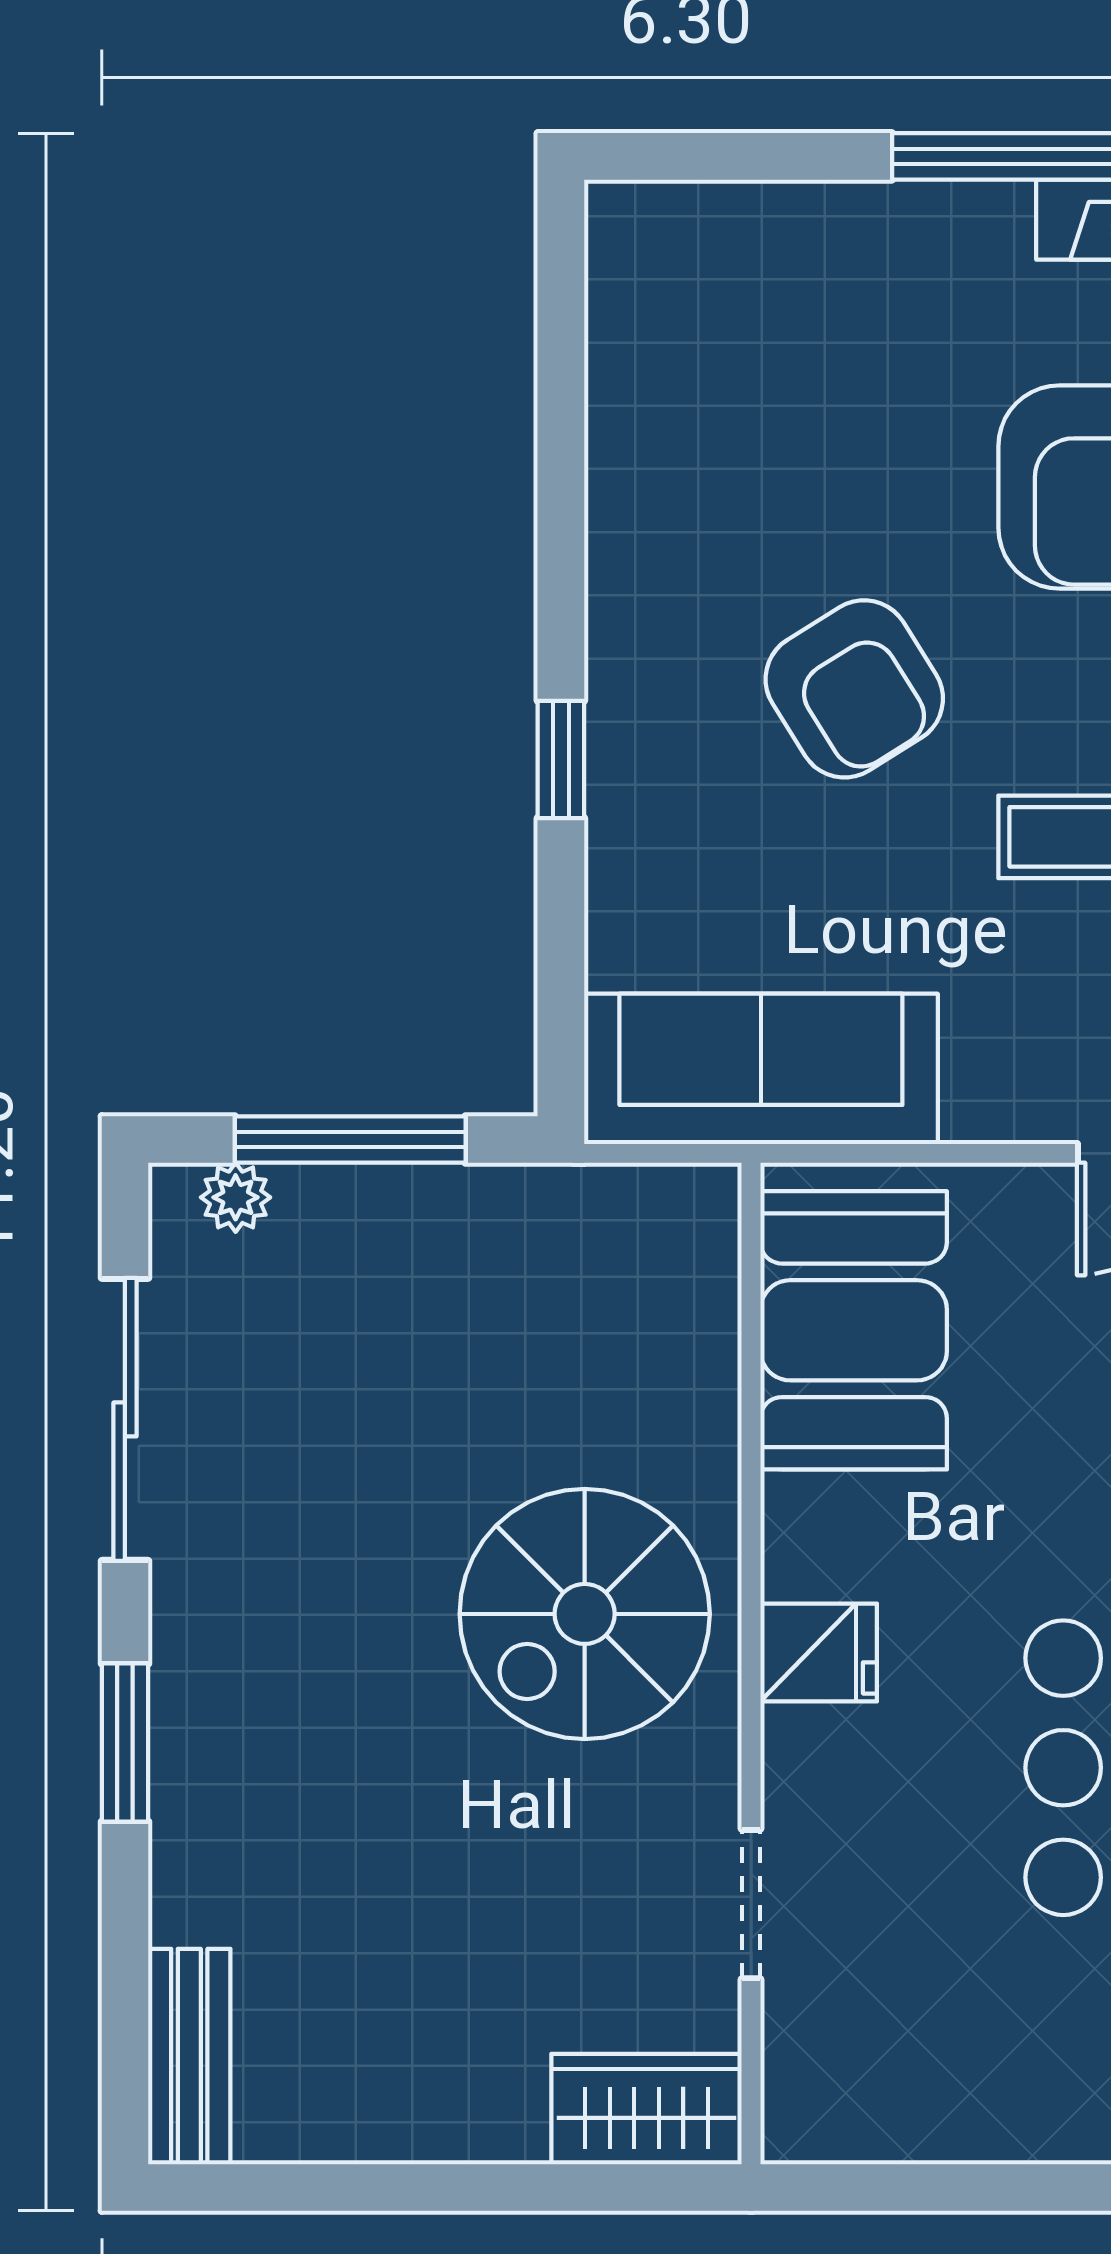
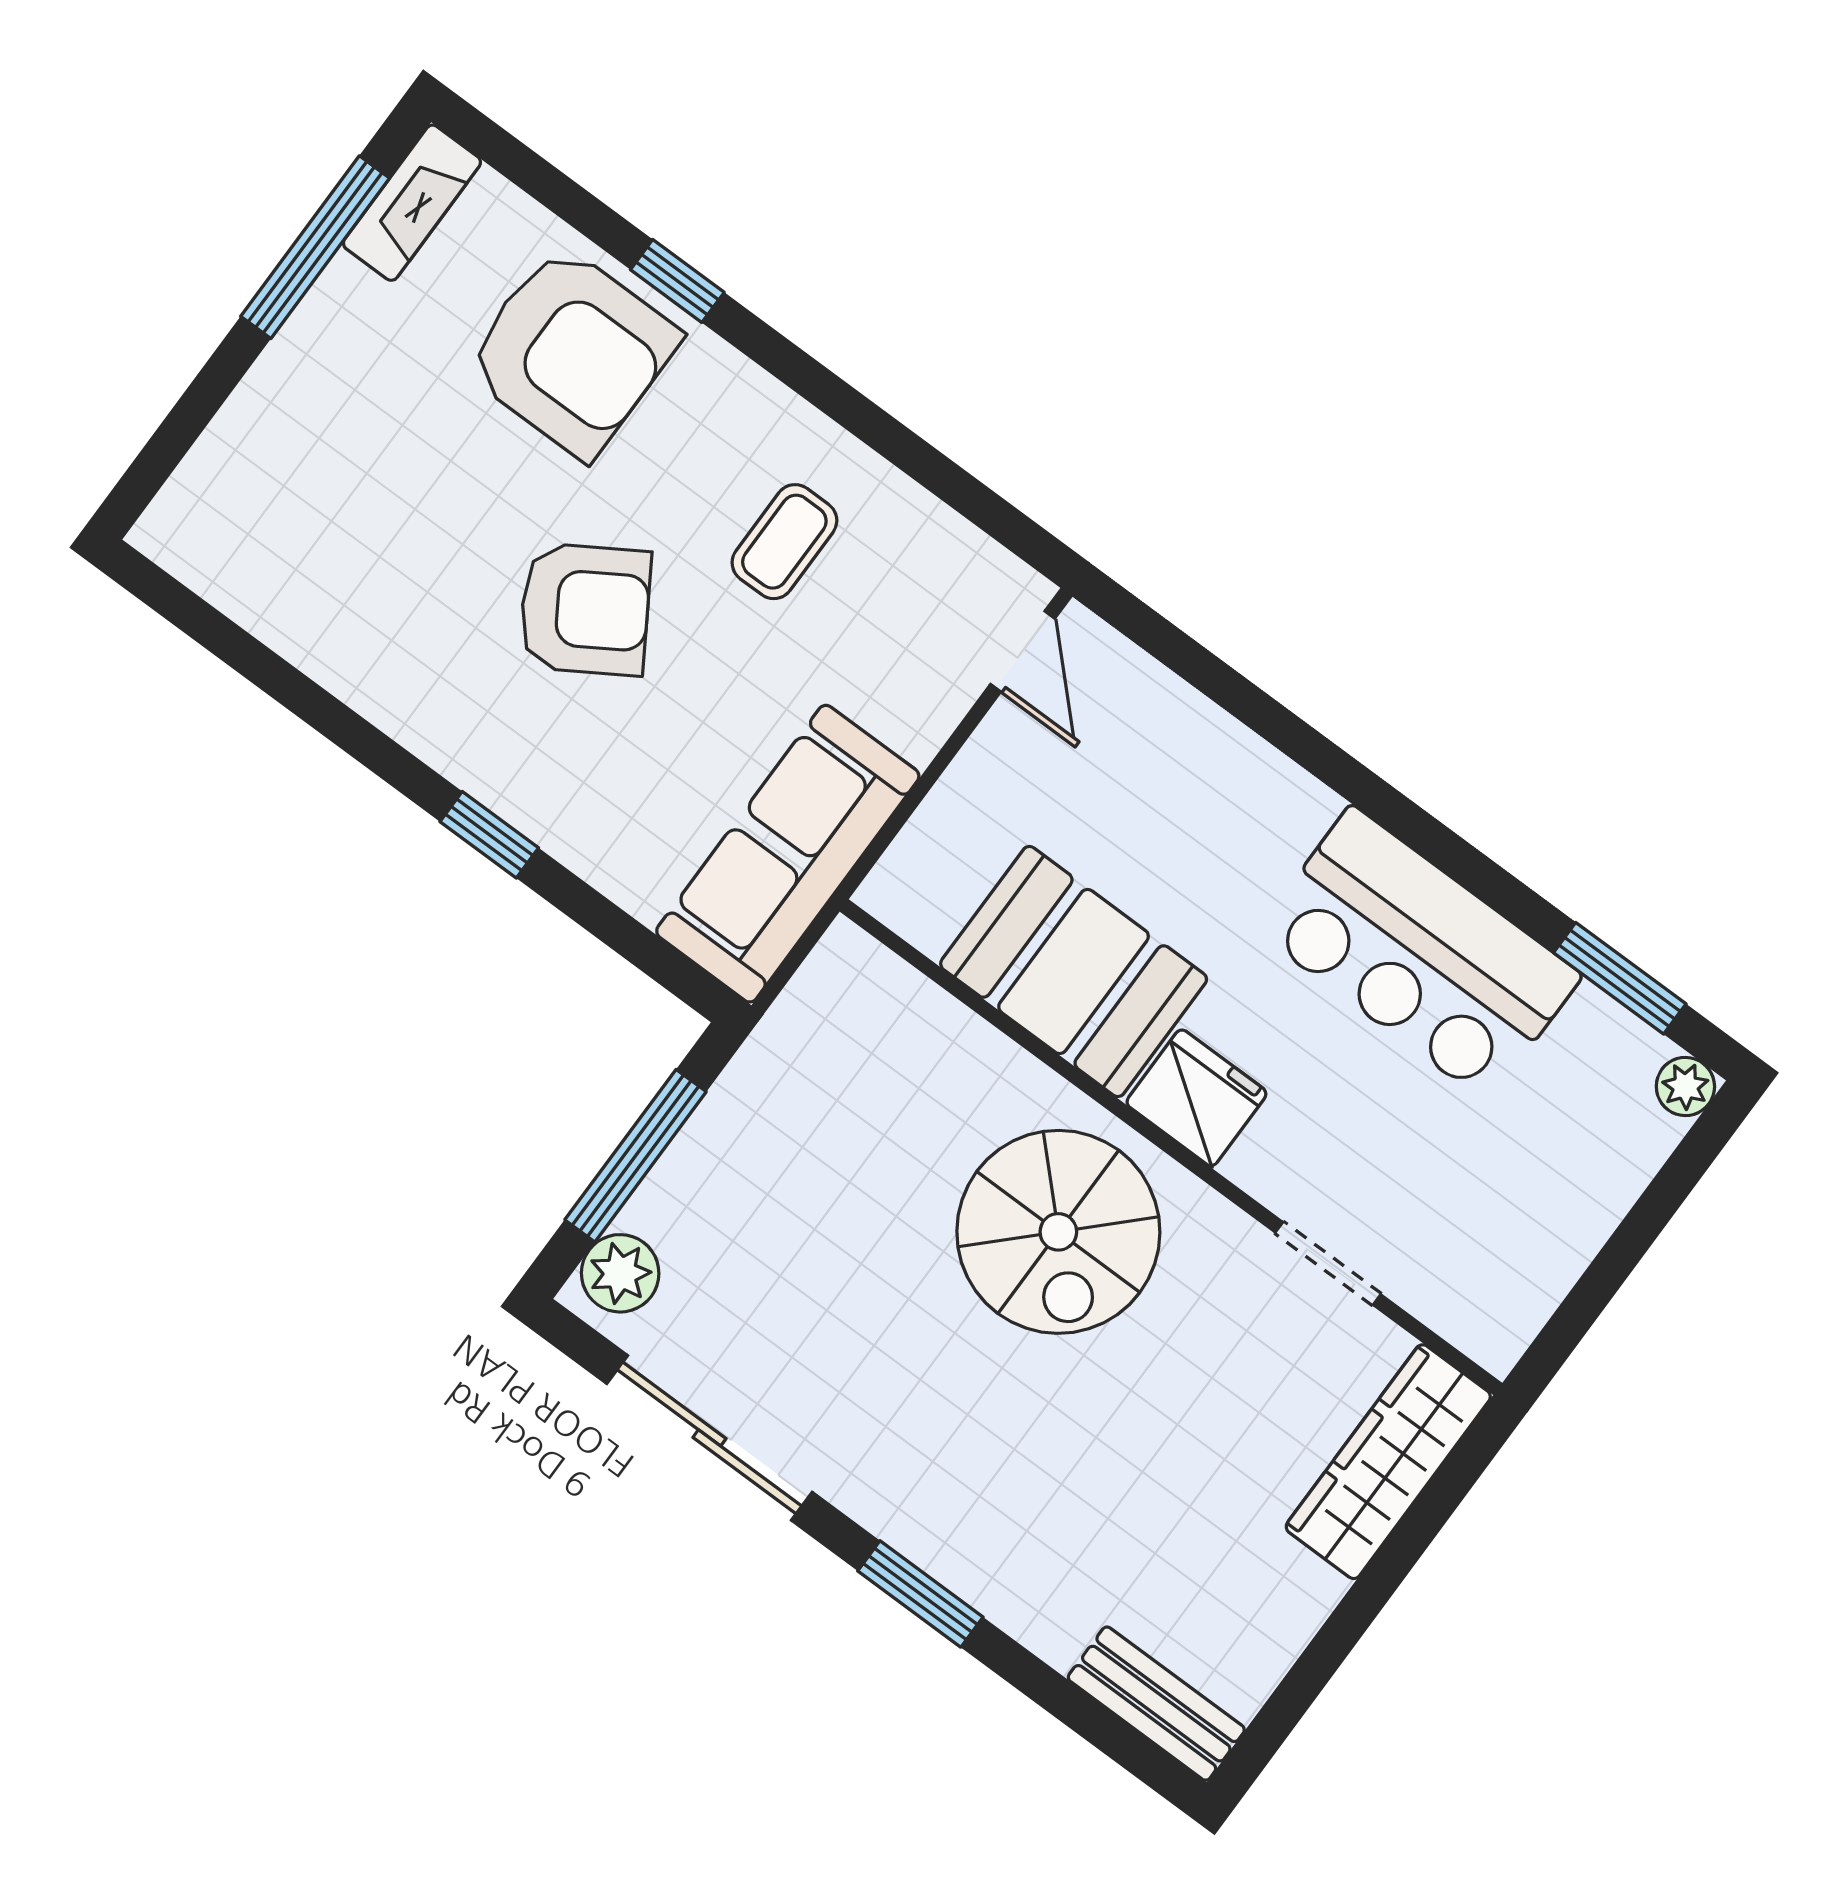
plant: (236, 1197) -> (620, 1273), width x1.38, depth x1.38
booth: (854, 1330) -> (1074, 972), moved
fridge: (819, 1652) -> (1196, 1098), width x1.38
wardrobe: (646, 2109) -> (1388, 1462), width x1.50

